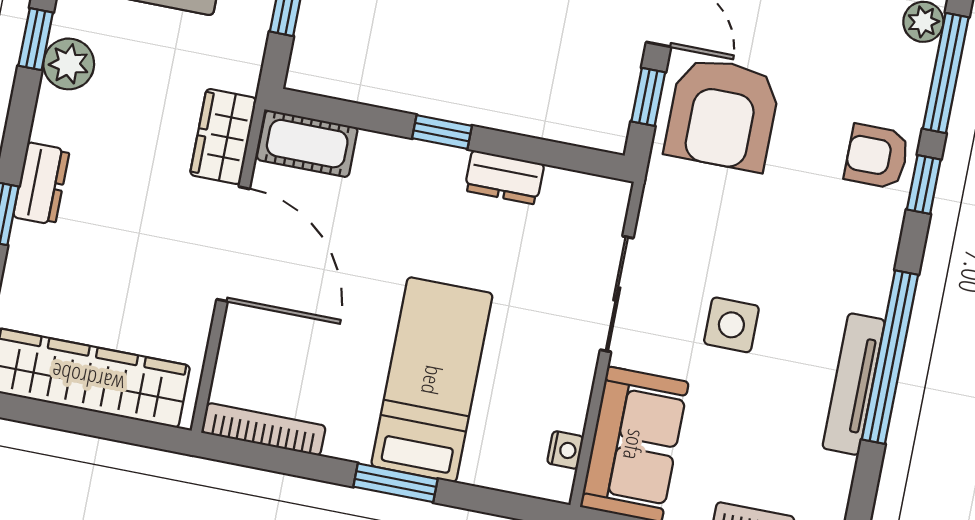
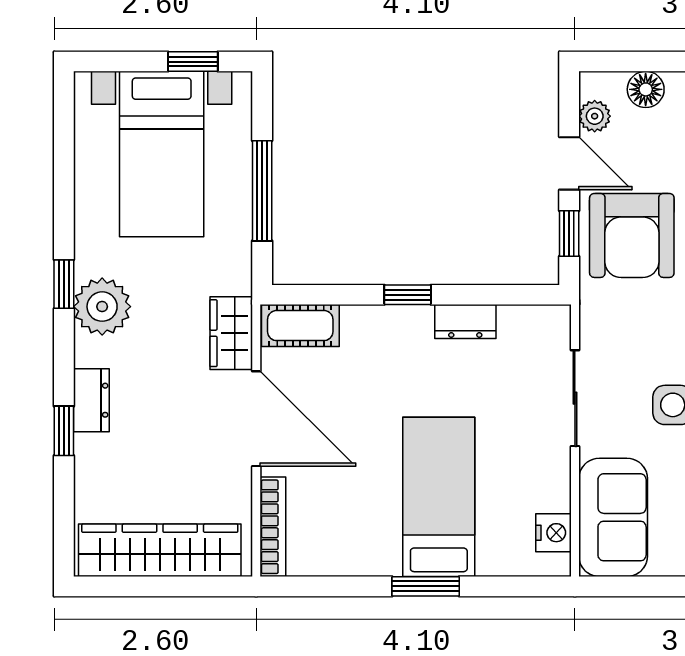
plant: (69, 64) -> (102, 307), width x1.36, depth x1.36
bookcase: (264, 429) -> (273, 527), moved, turned 90
nightstand: (565, 450) -> (553, 533), width x1.39, depth x1.35

